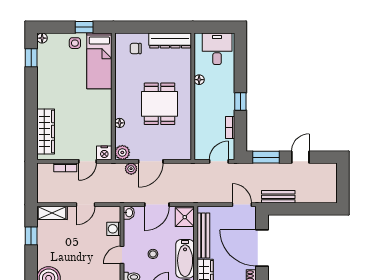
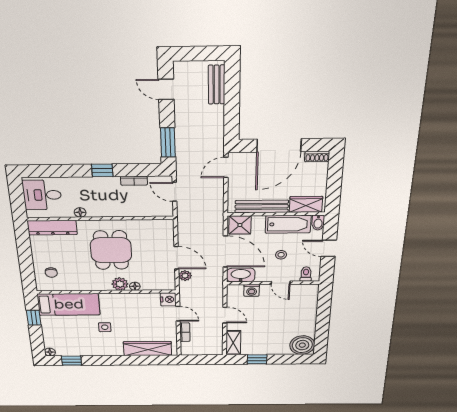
dresser: (170, 41) -> (52, 228), moved, turned 90
side table: (75, 43) -> (105, 327), moved
dining table: (160, 104) -> (111, 250), turned 90
plant: (122, 152) -> (120, 284), moved
door: (300, 157) -> (166, 89), moved
bench: (278, 197) -> (217, 85), moved
door: (157, 205) -> (225, 252), width x1.36
washbasin: (129, 213) -> (241, 275), width x1.91, depth x1.45

